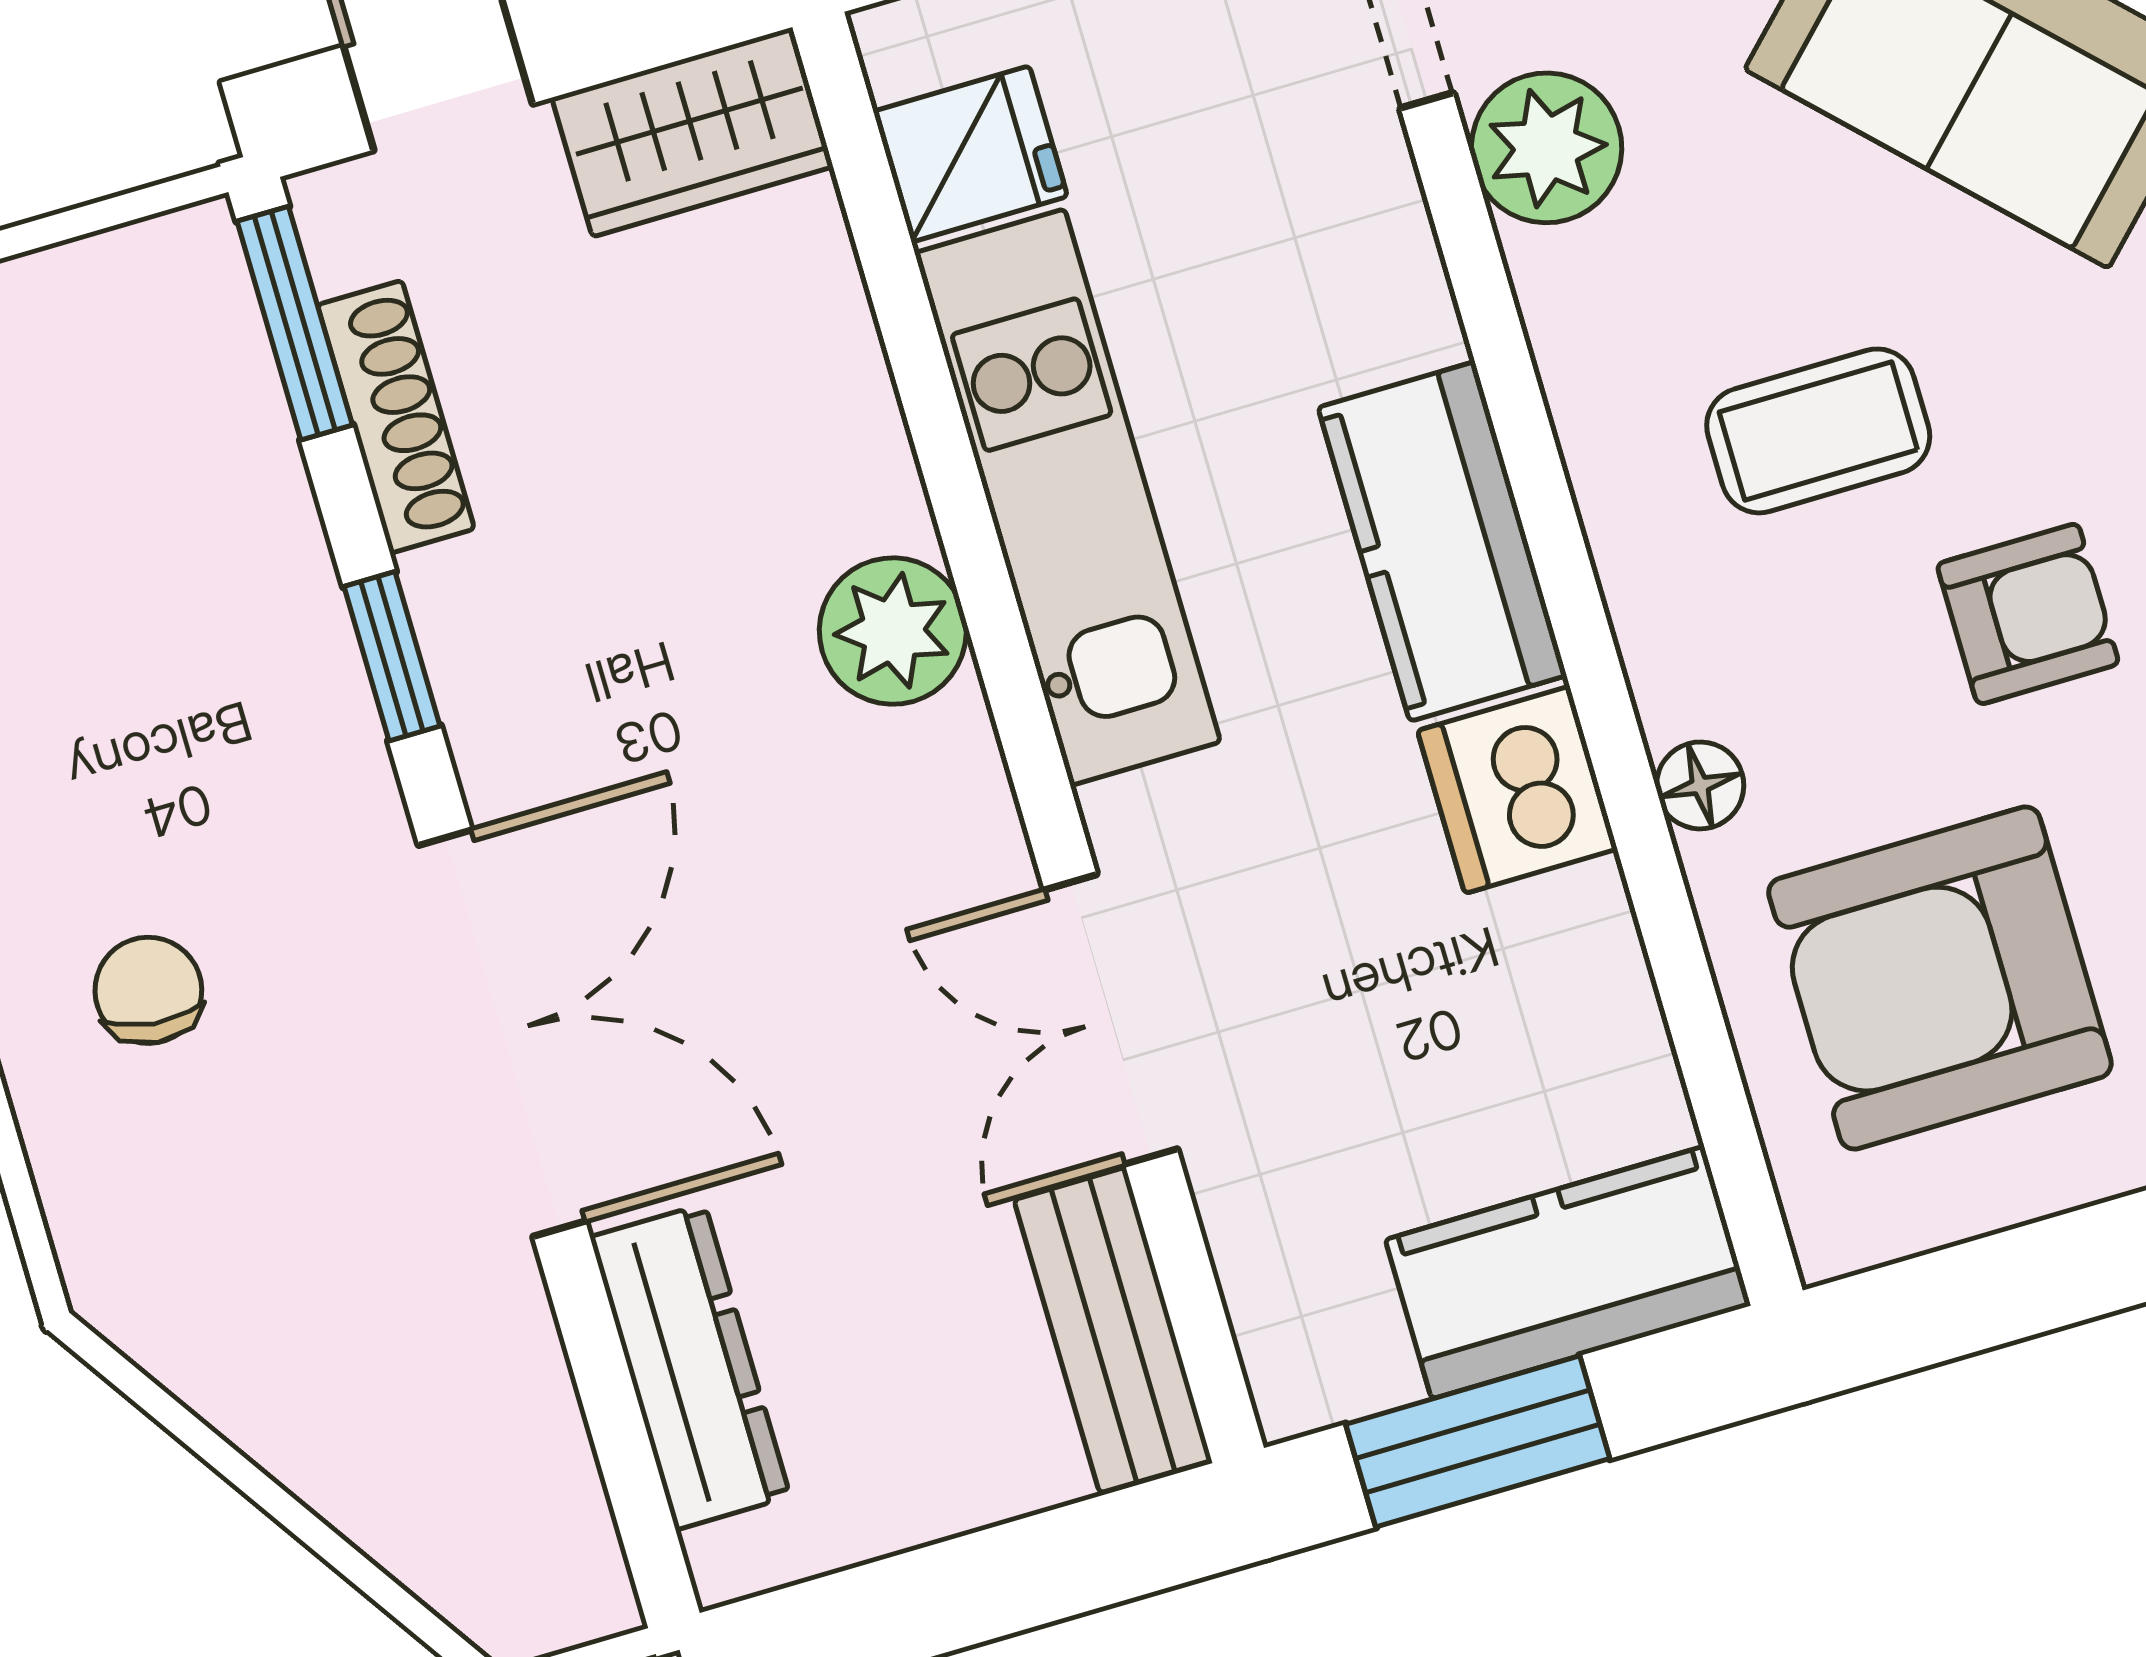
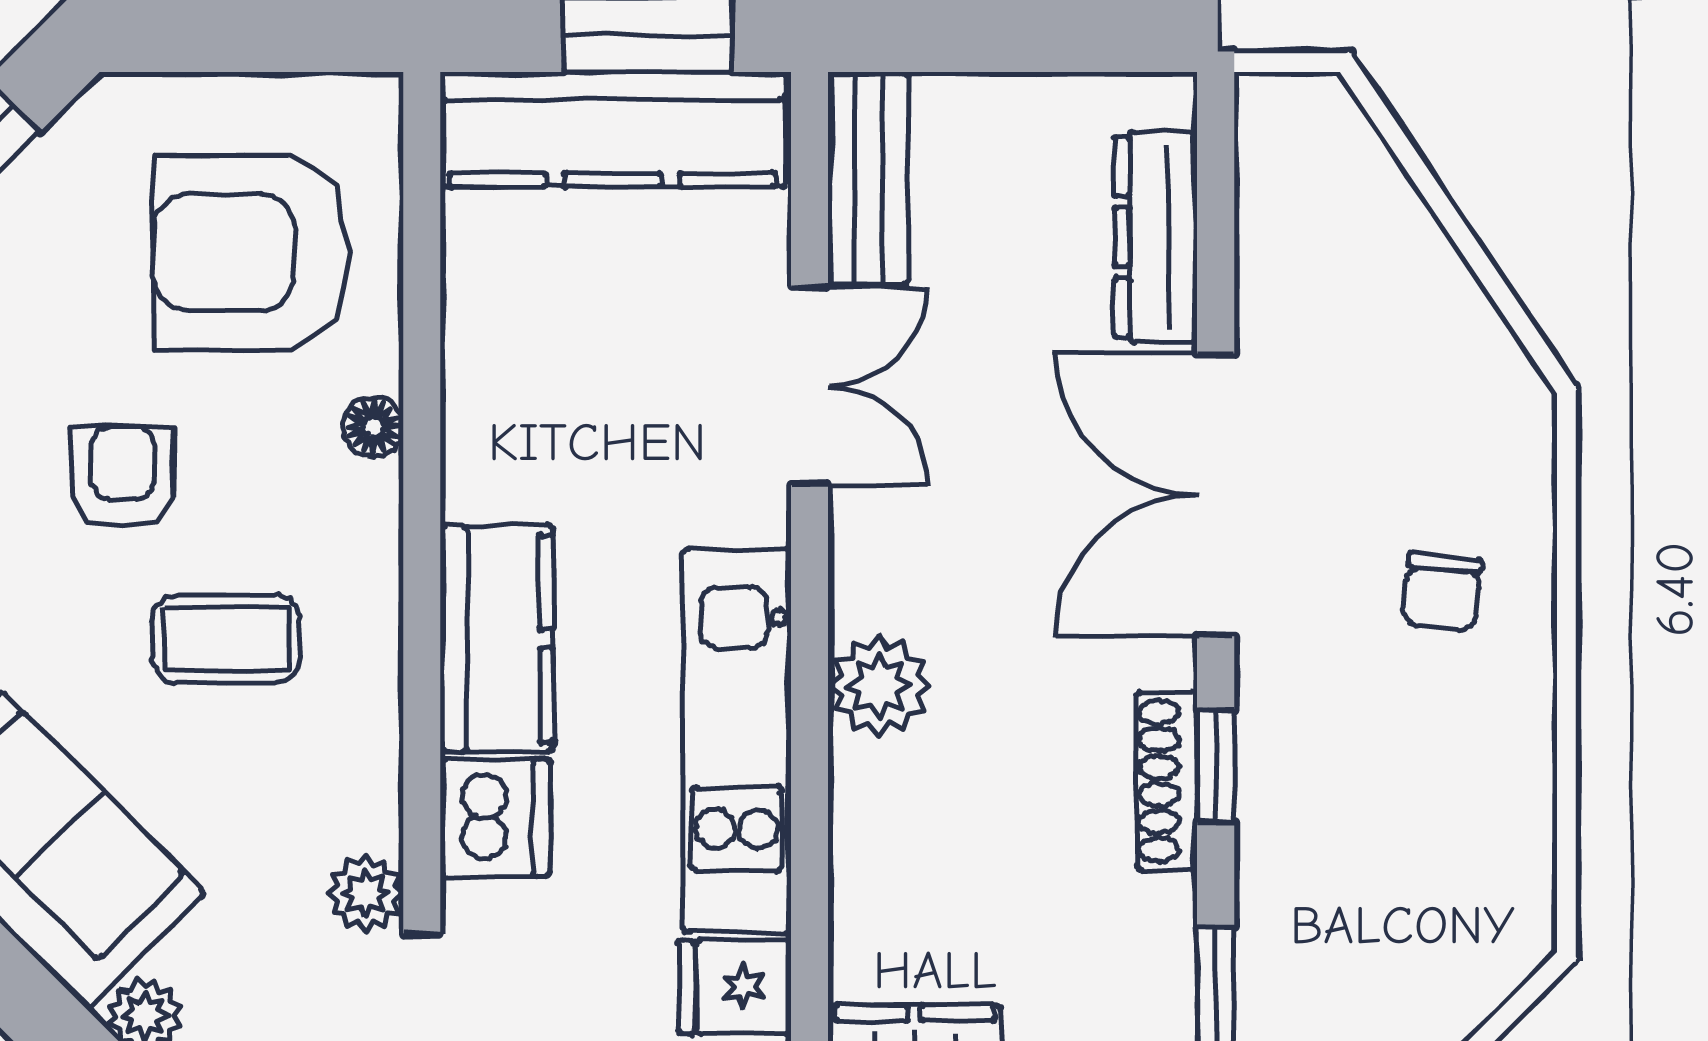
plant: (1547, 148) -> (366, 894), width x0.73, depth x0.73
shoe rack: (396, 417) -> (1167, 781), moved
armchair: (2028, 614) -> (123, 477), turned 90
dishwasher: (1517, 790) -> (495, 818), moved
armchair: (1940, 978) -> (251, 253), turned 180
kitchen counter: (1568, 1273) -> (613, 129), width x1.50

